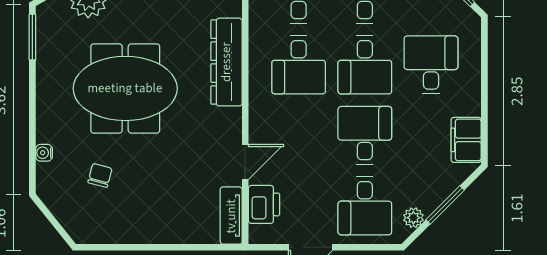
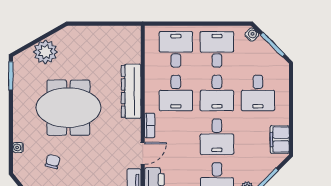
desk: (431, 65) -> (258, 93), turned 180
bookcase: (256, 117) -> (150, 125), added
desk: (365, 135) -> (217, 137), turned 180

